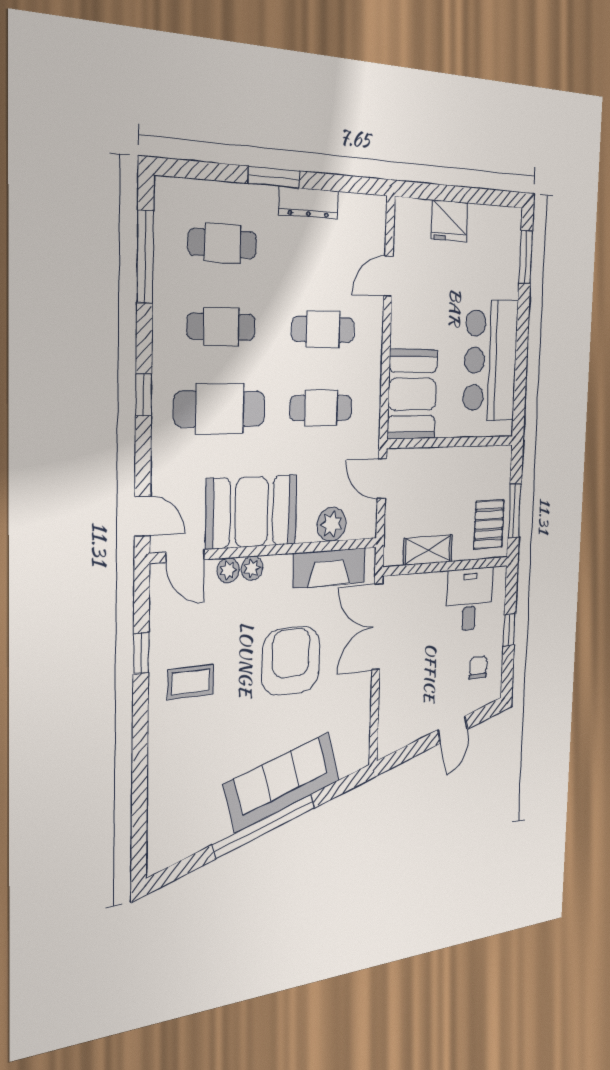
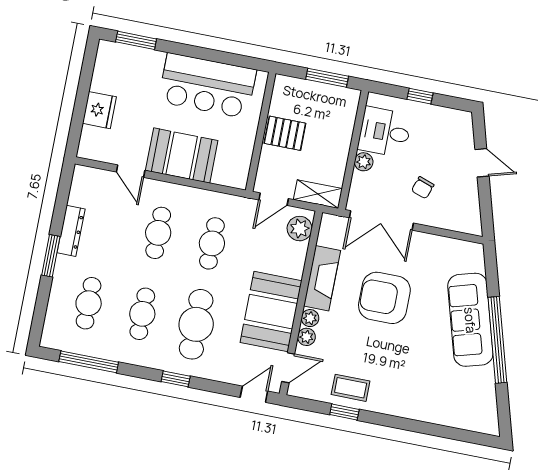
booth: (412, 394) -> (182, 156), moved
plant: (332, 524) -> (300, 229), moved
pallet: (489, 524) -> (285, 133), moved
shelving: (428, 550) -> (318, 194), moved, turned 90
fireplace: (329, 568) -> (322, 278), moved
plant: (436, 583) -> (364, 162), added
chair: (478, 668) -> (423, 188), moved, turned -71
coffee table: (191, 682) -> (351, 388), moved, turned 90

